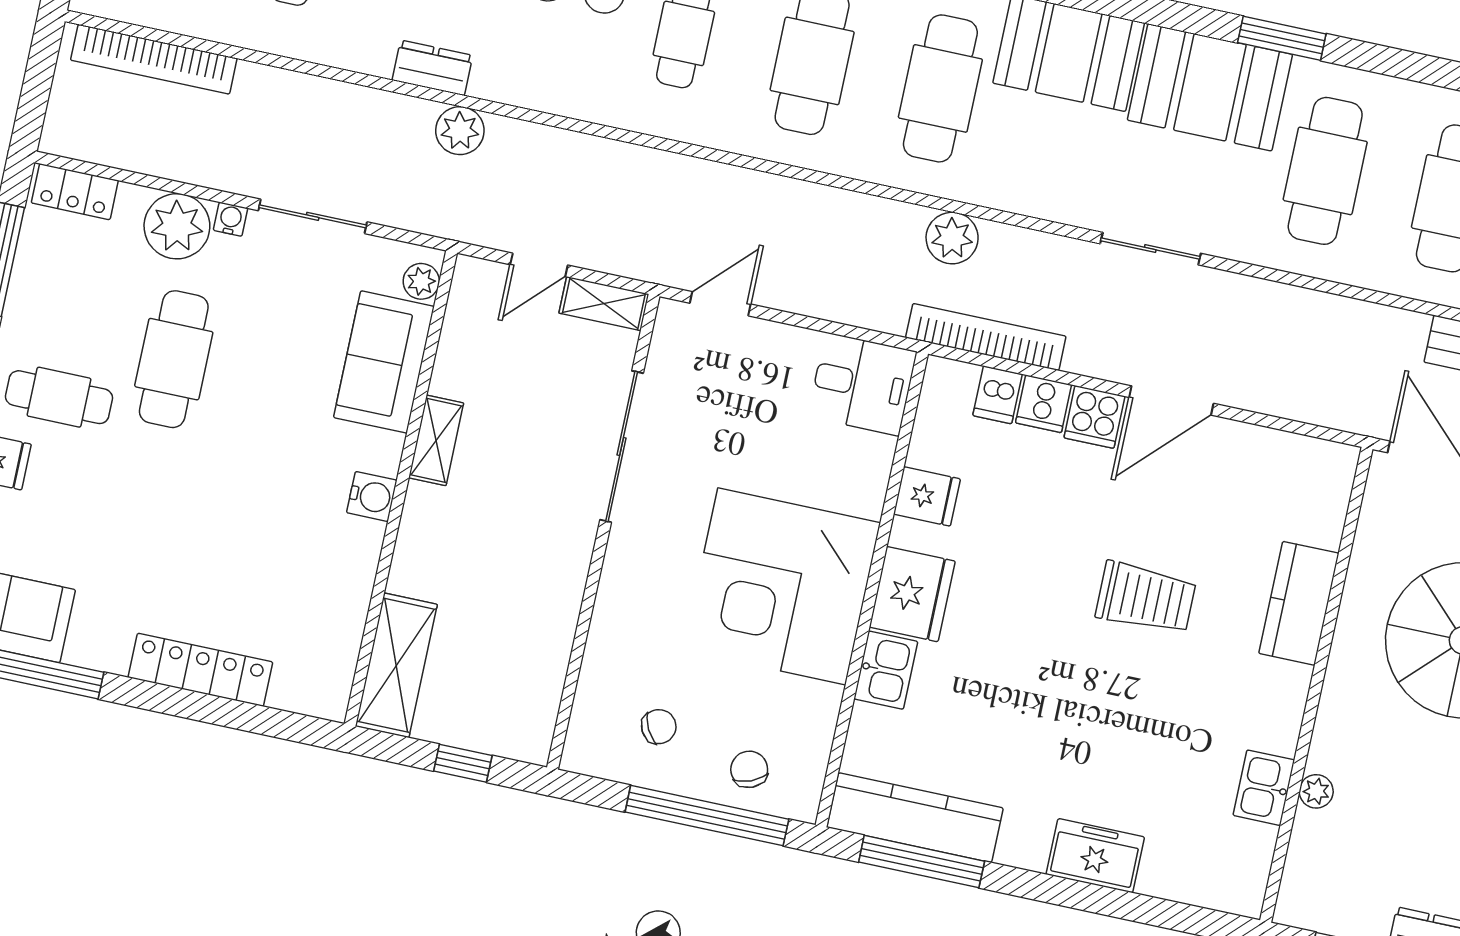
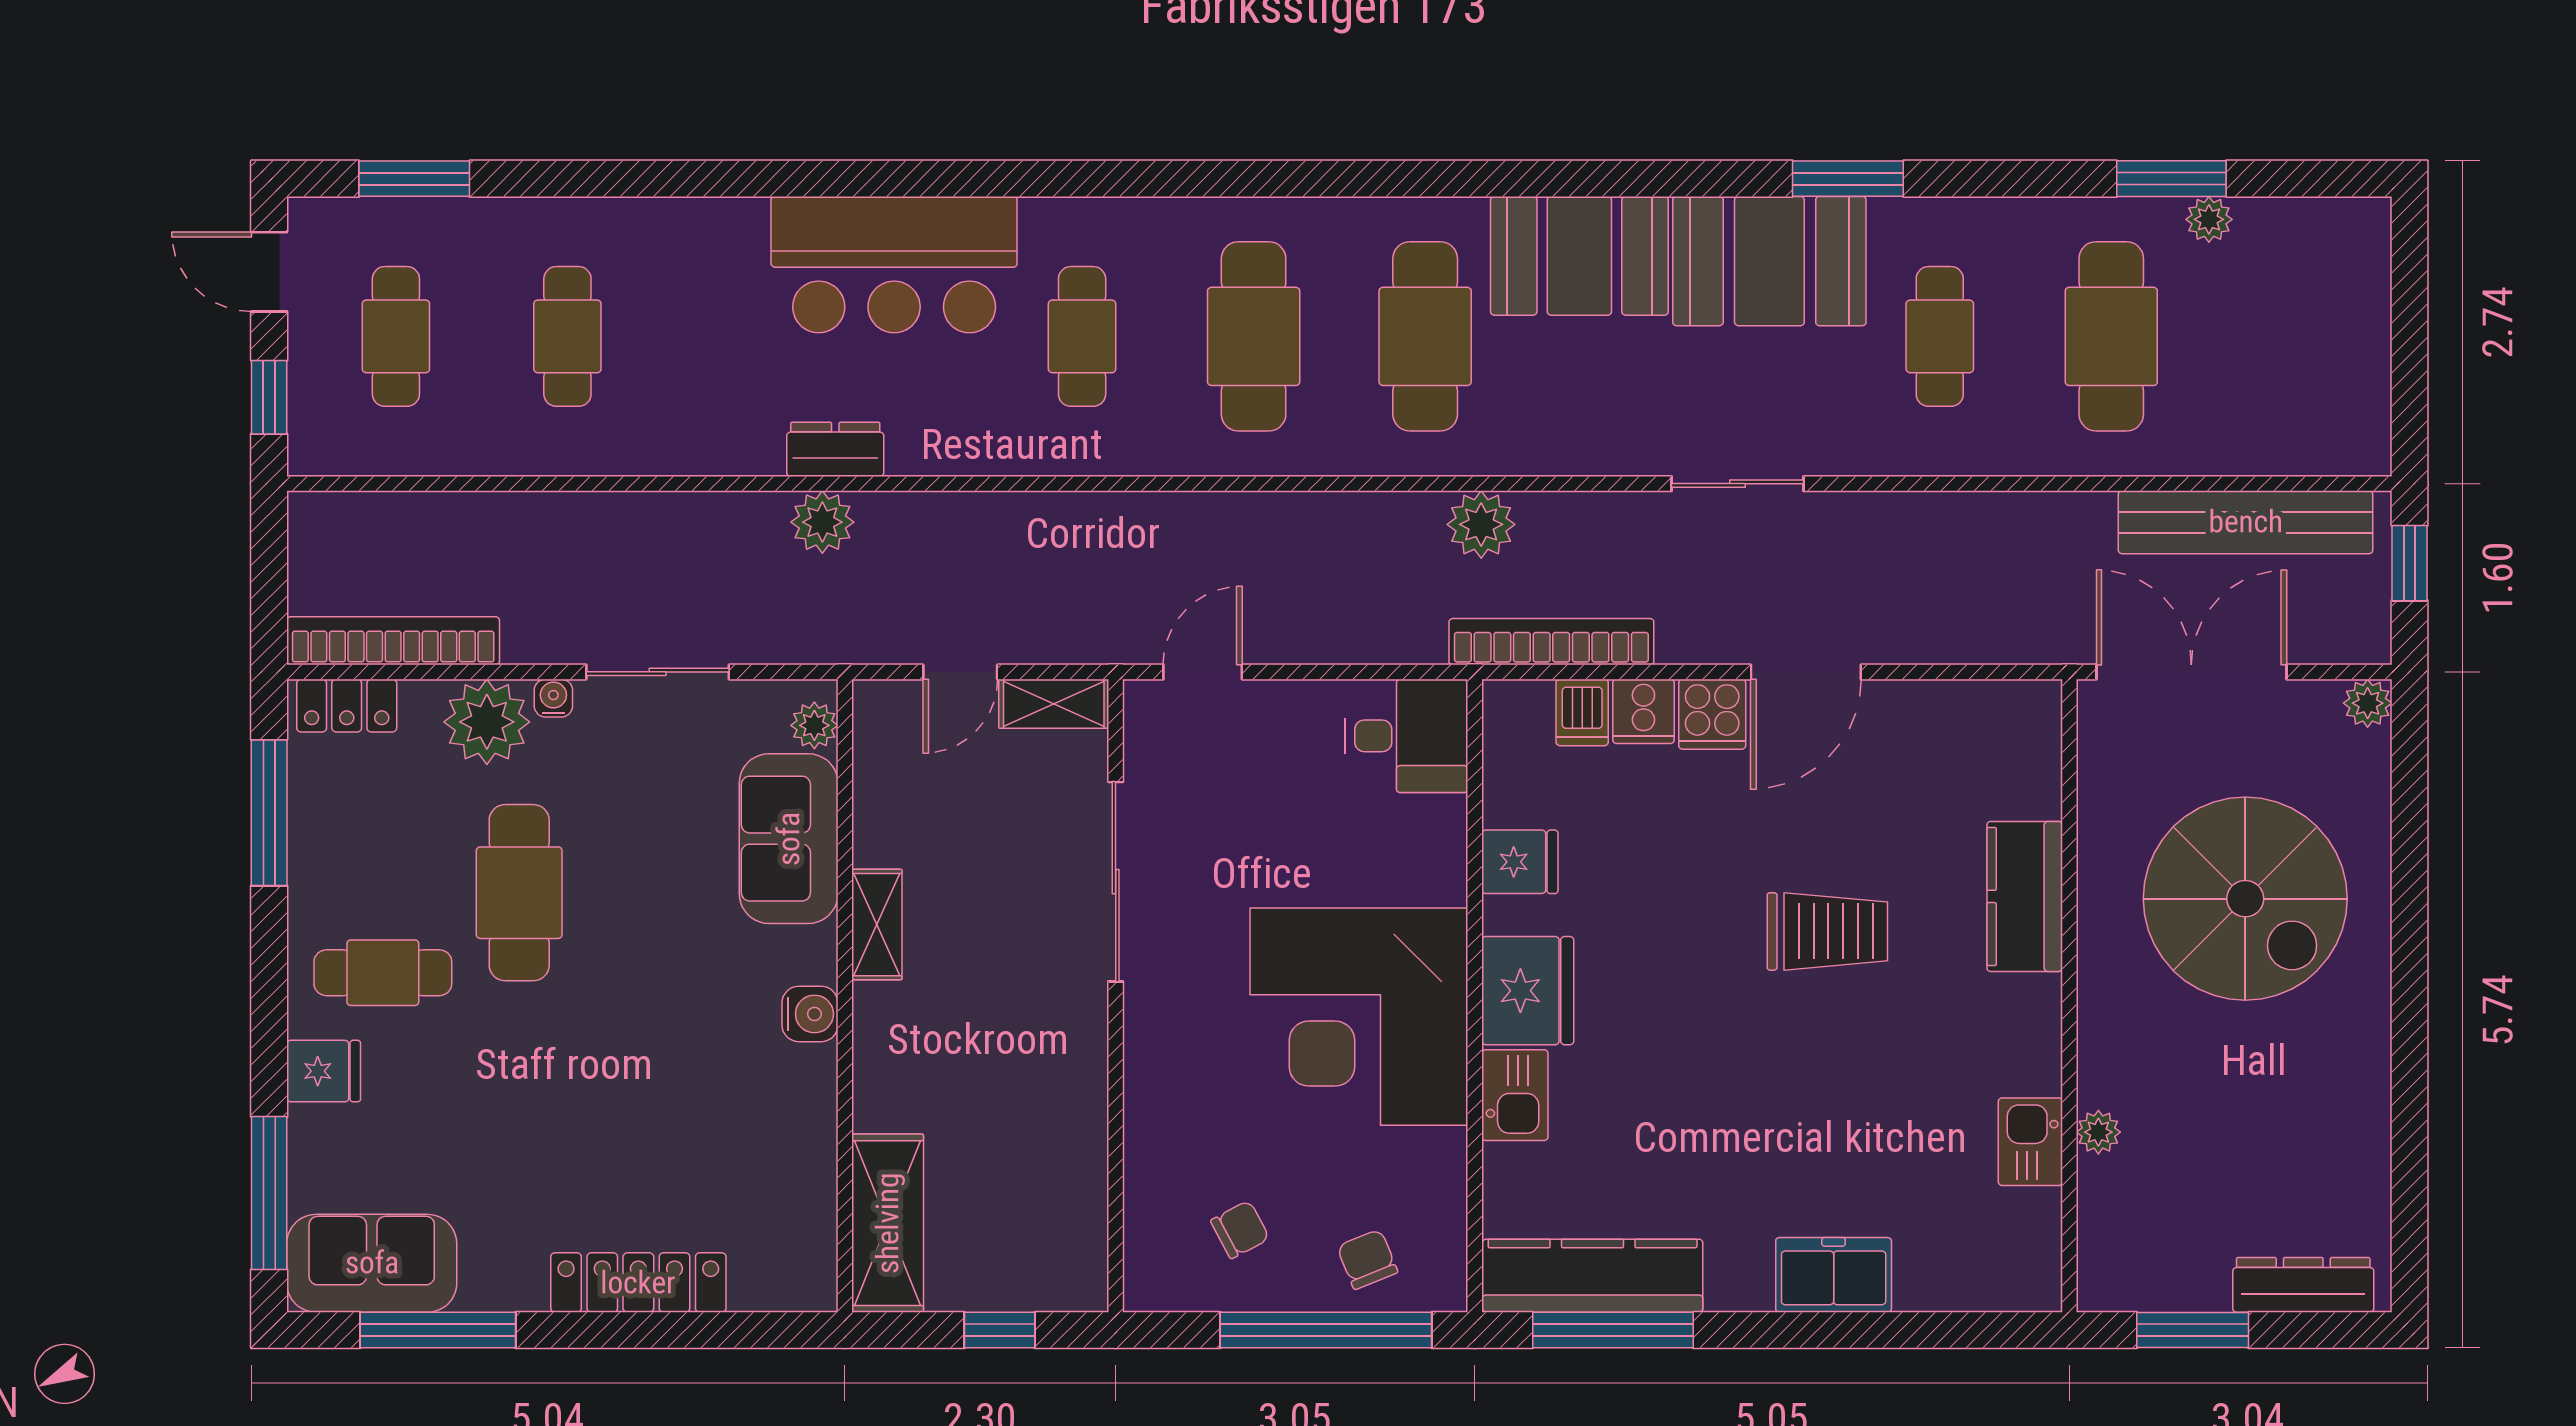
bookcase: (154, 59) -> (393, 641), moved, turned 180
dresser: (432, 68) -> (835, 449), moved
cafe table: (1325, 171) -> (1940, 336), width x0.73, depth x0.74

